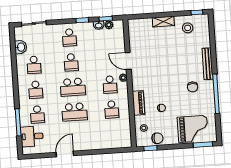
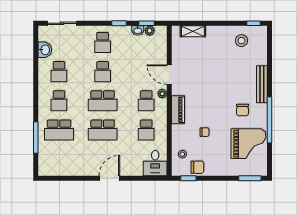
shelving: (163, 22) -> (193, 31), moved
piano: (138, 103) -> (178, 110), moved
school desk: (37, 115) -> (59, 130), width x1.85
grand piano: (193, 129) -> (249, 144), moved
desk: (32, 136) -> (155, 163), moved, turned -90
door: (65, 154) -> (109, 178), moved

